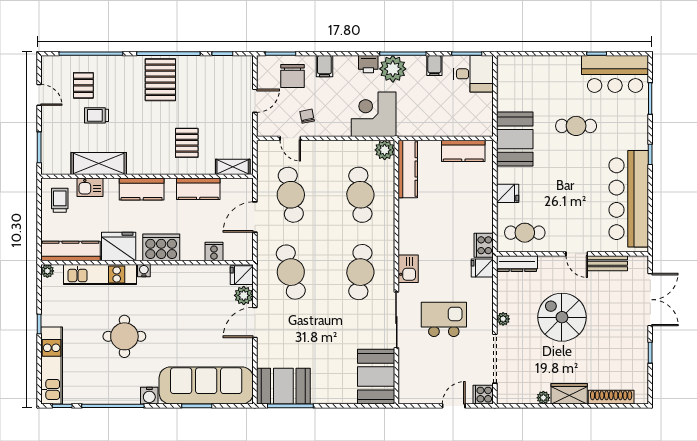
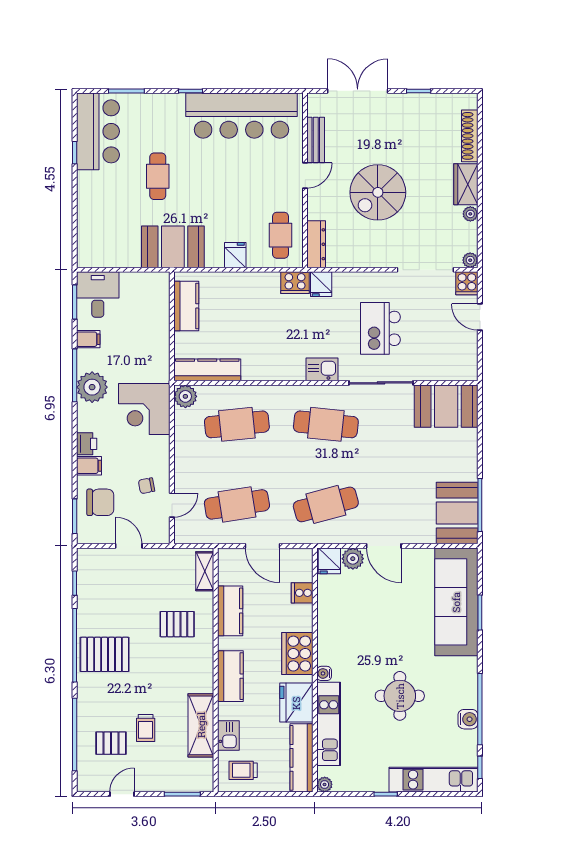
printer: (368, 64) -> (87, 444), moved
plant: (503, 319) -> (470, 260), moved
water cooler: (149, 396) -> (468, 719), moved

